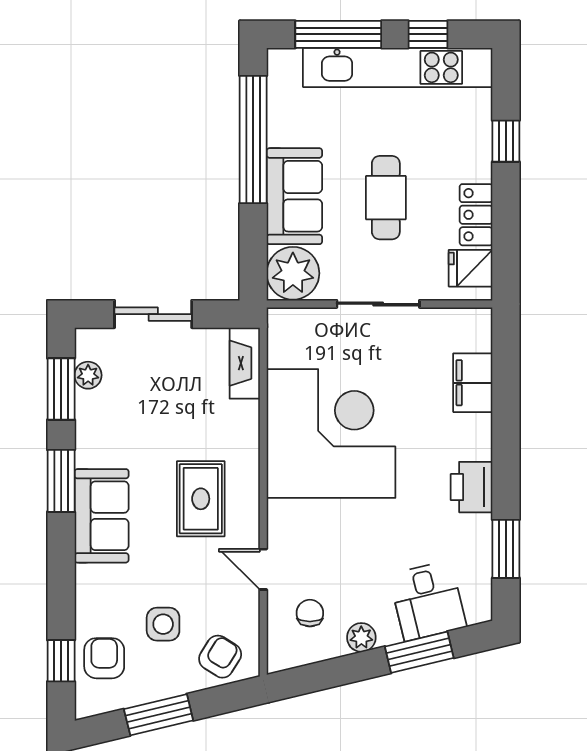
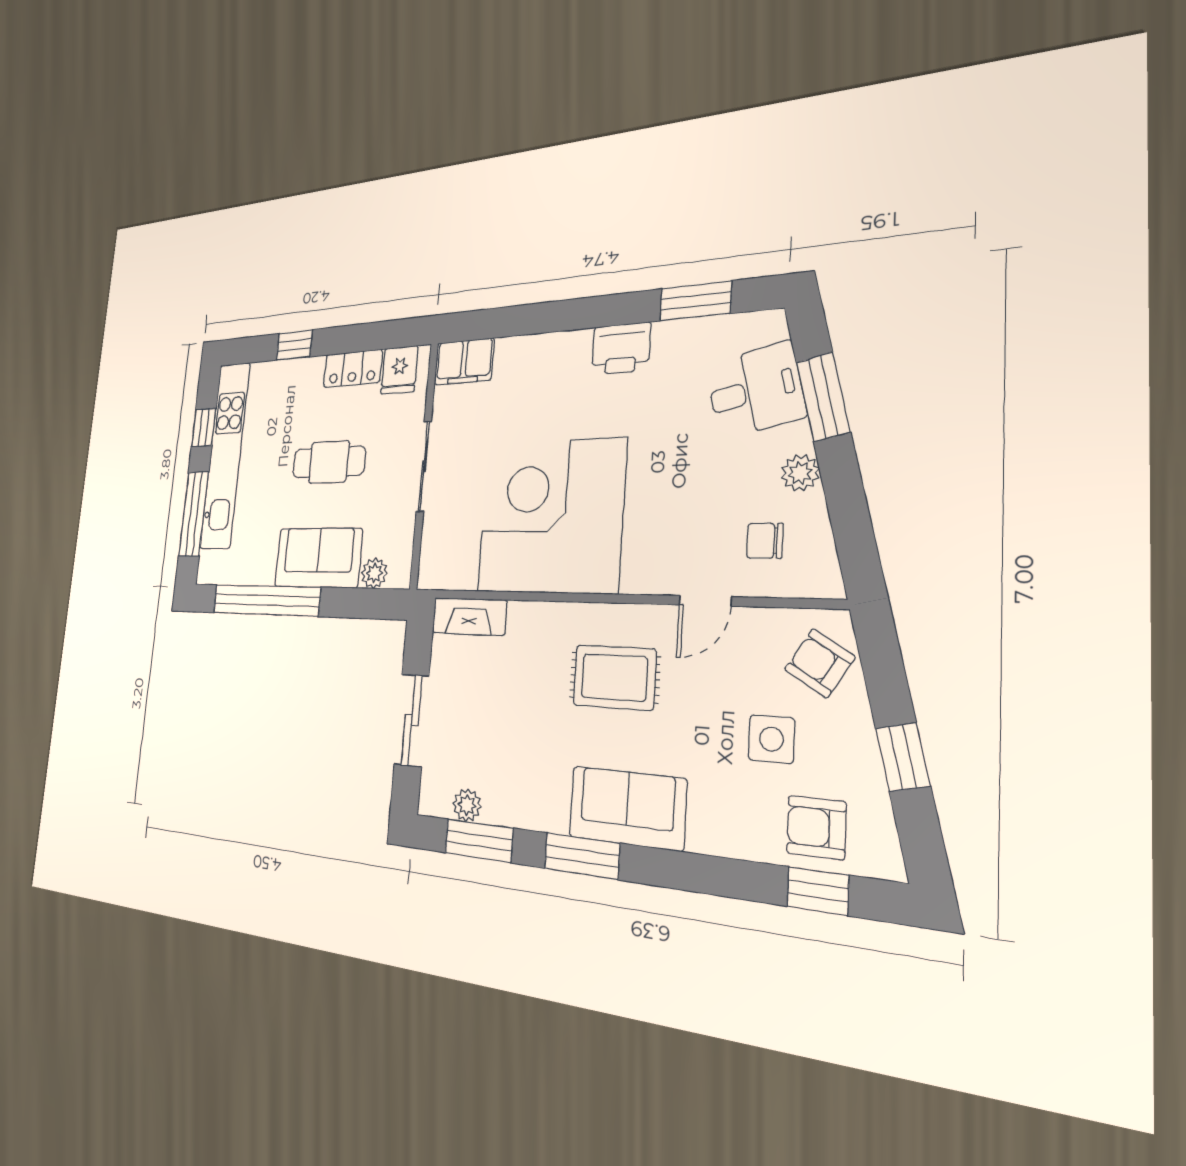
plant: (293, 273) -> (374, 573), width x0.53, depth x0.53
filing cabinet: (473, 383) -> (464, 362), moved
window: (159, 715) -> (903, 757), width x0.67

